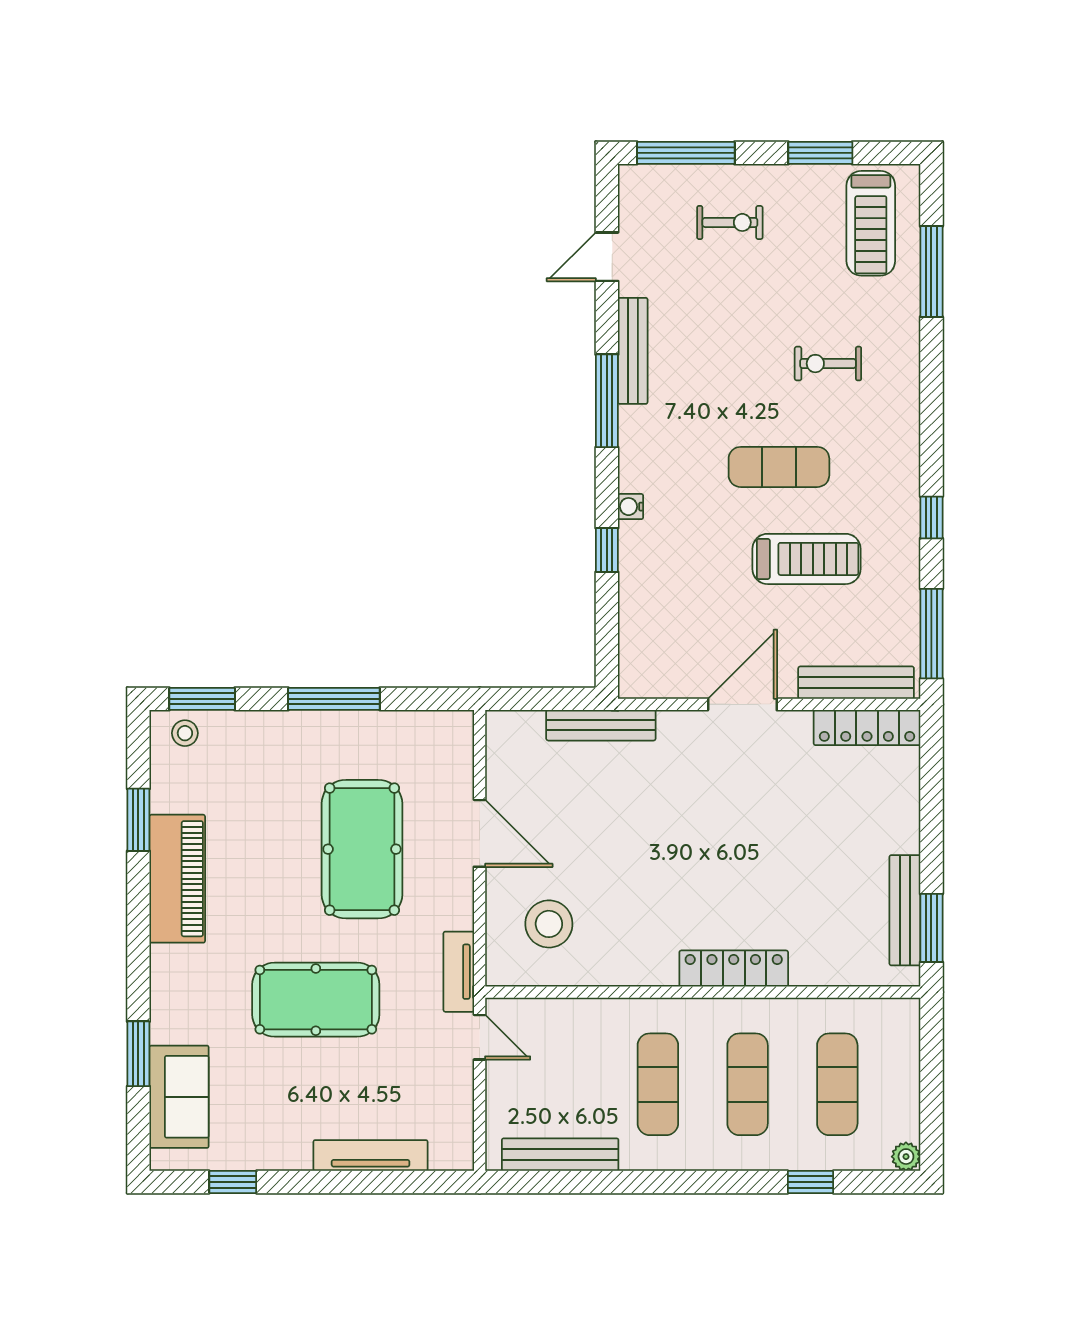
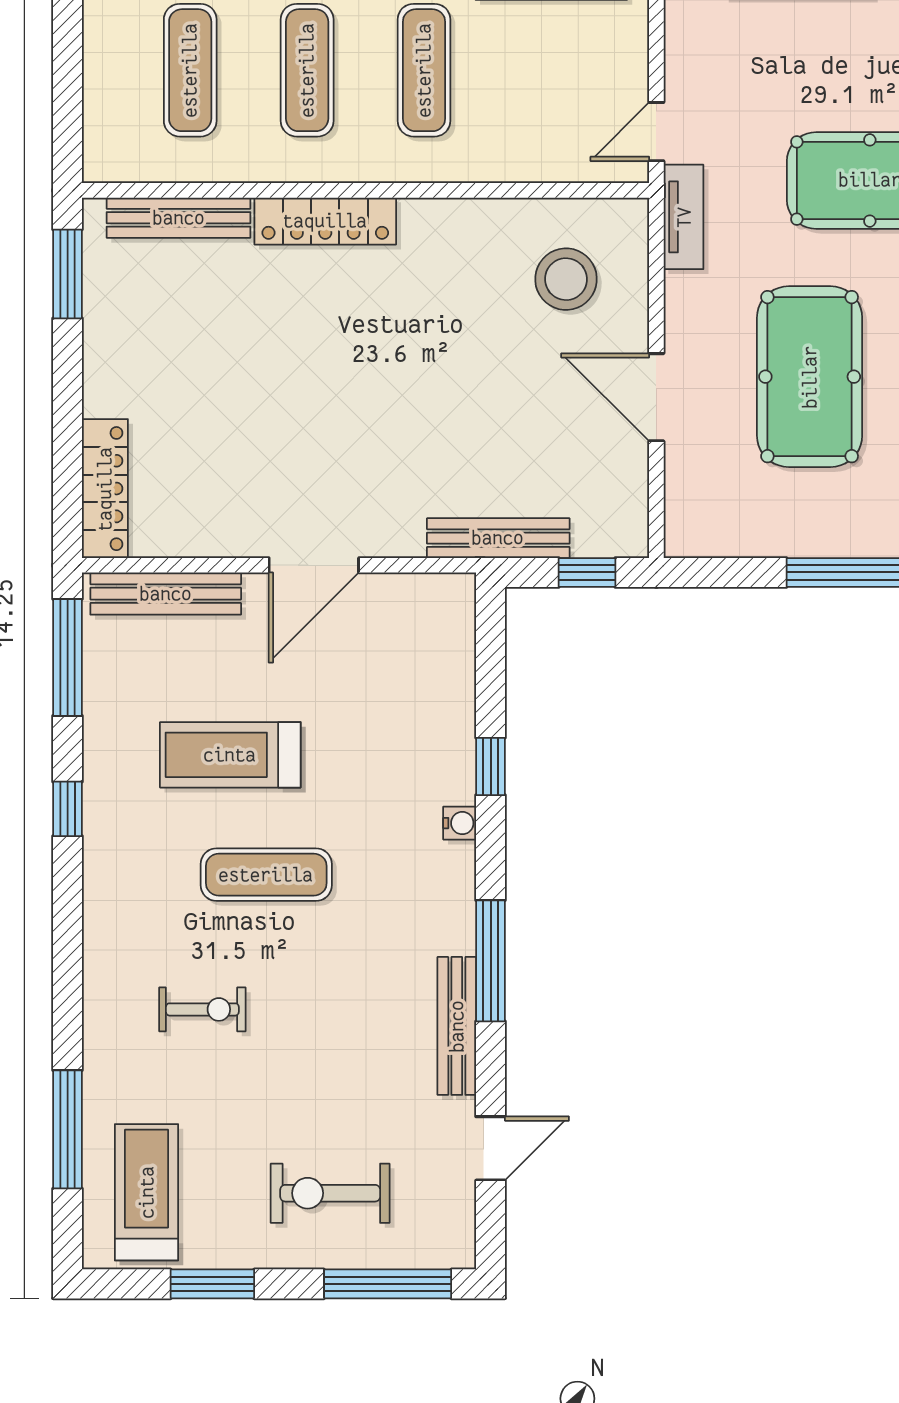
exercise bike: (730, 222) -> (330, 1193), width x1.38, depth x1.39
window: (533, 699) -> (587, 572), added
locker: (867, 728) -> (105, 489), moved, turned 90
bench: (905, 910) -> (179, 218), moved, turned 90
door: (480, 1037) -> (656, 132), hinge flipped

